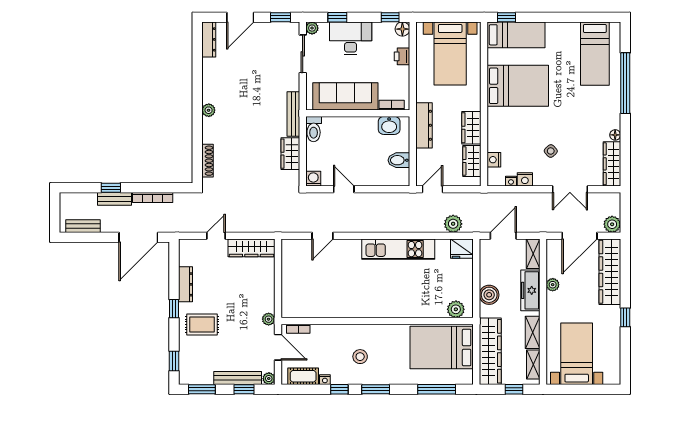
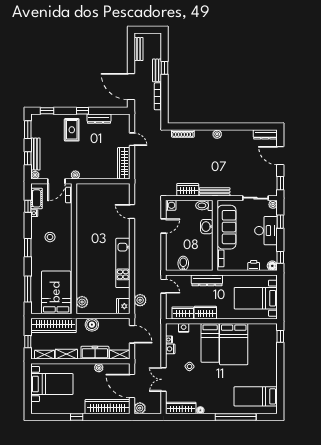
bed: (516, 35) -> (210, 343), moved
washbasin: (389, 125) -> (207, 227), moved
window: (339, 389) -> (28, 206), moved

